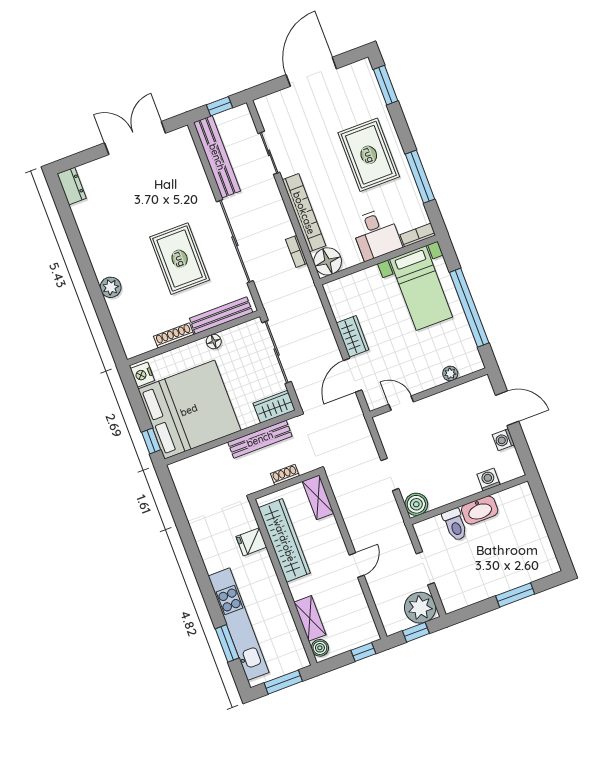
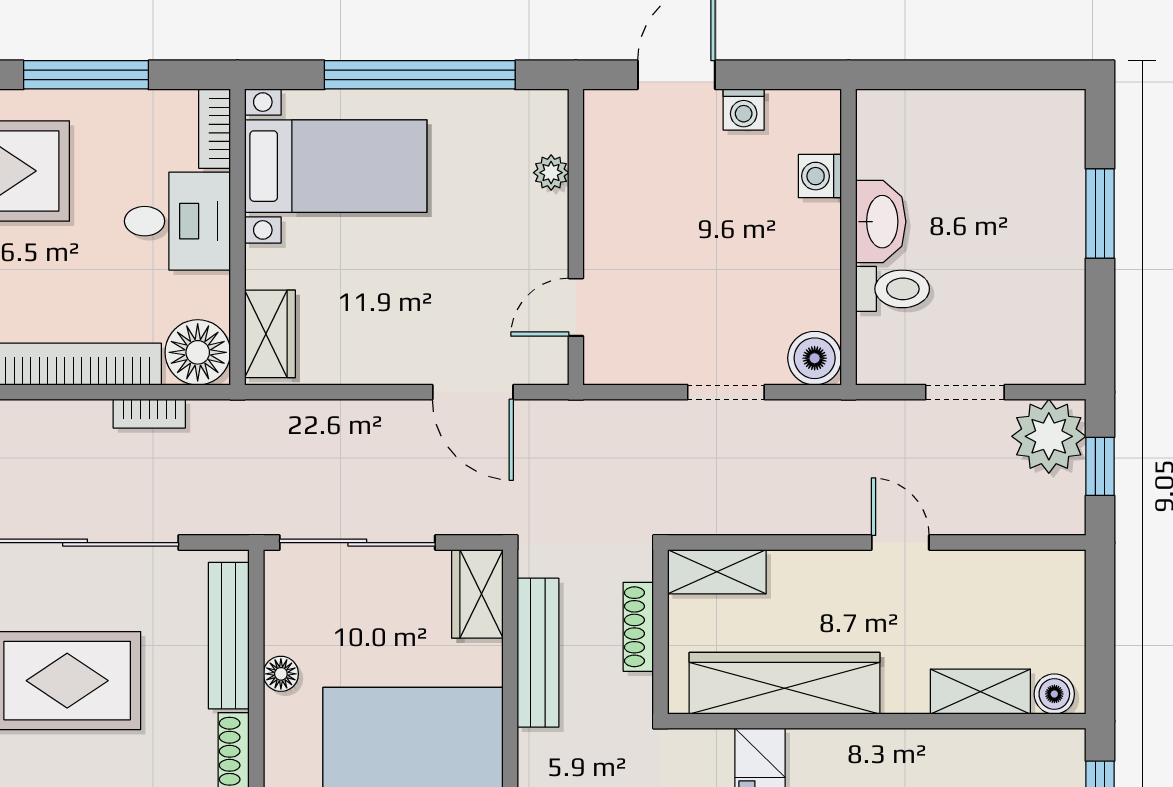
wardrobe: (353, 336) -> (270, 334), moved, turned 90
shoe rack: (285, 475) -> (638, 627), width x1.43
window: (363, 652) -> (1100, 600), removed

